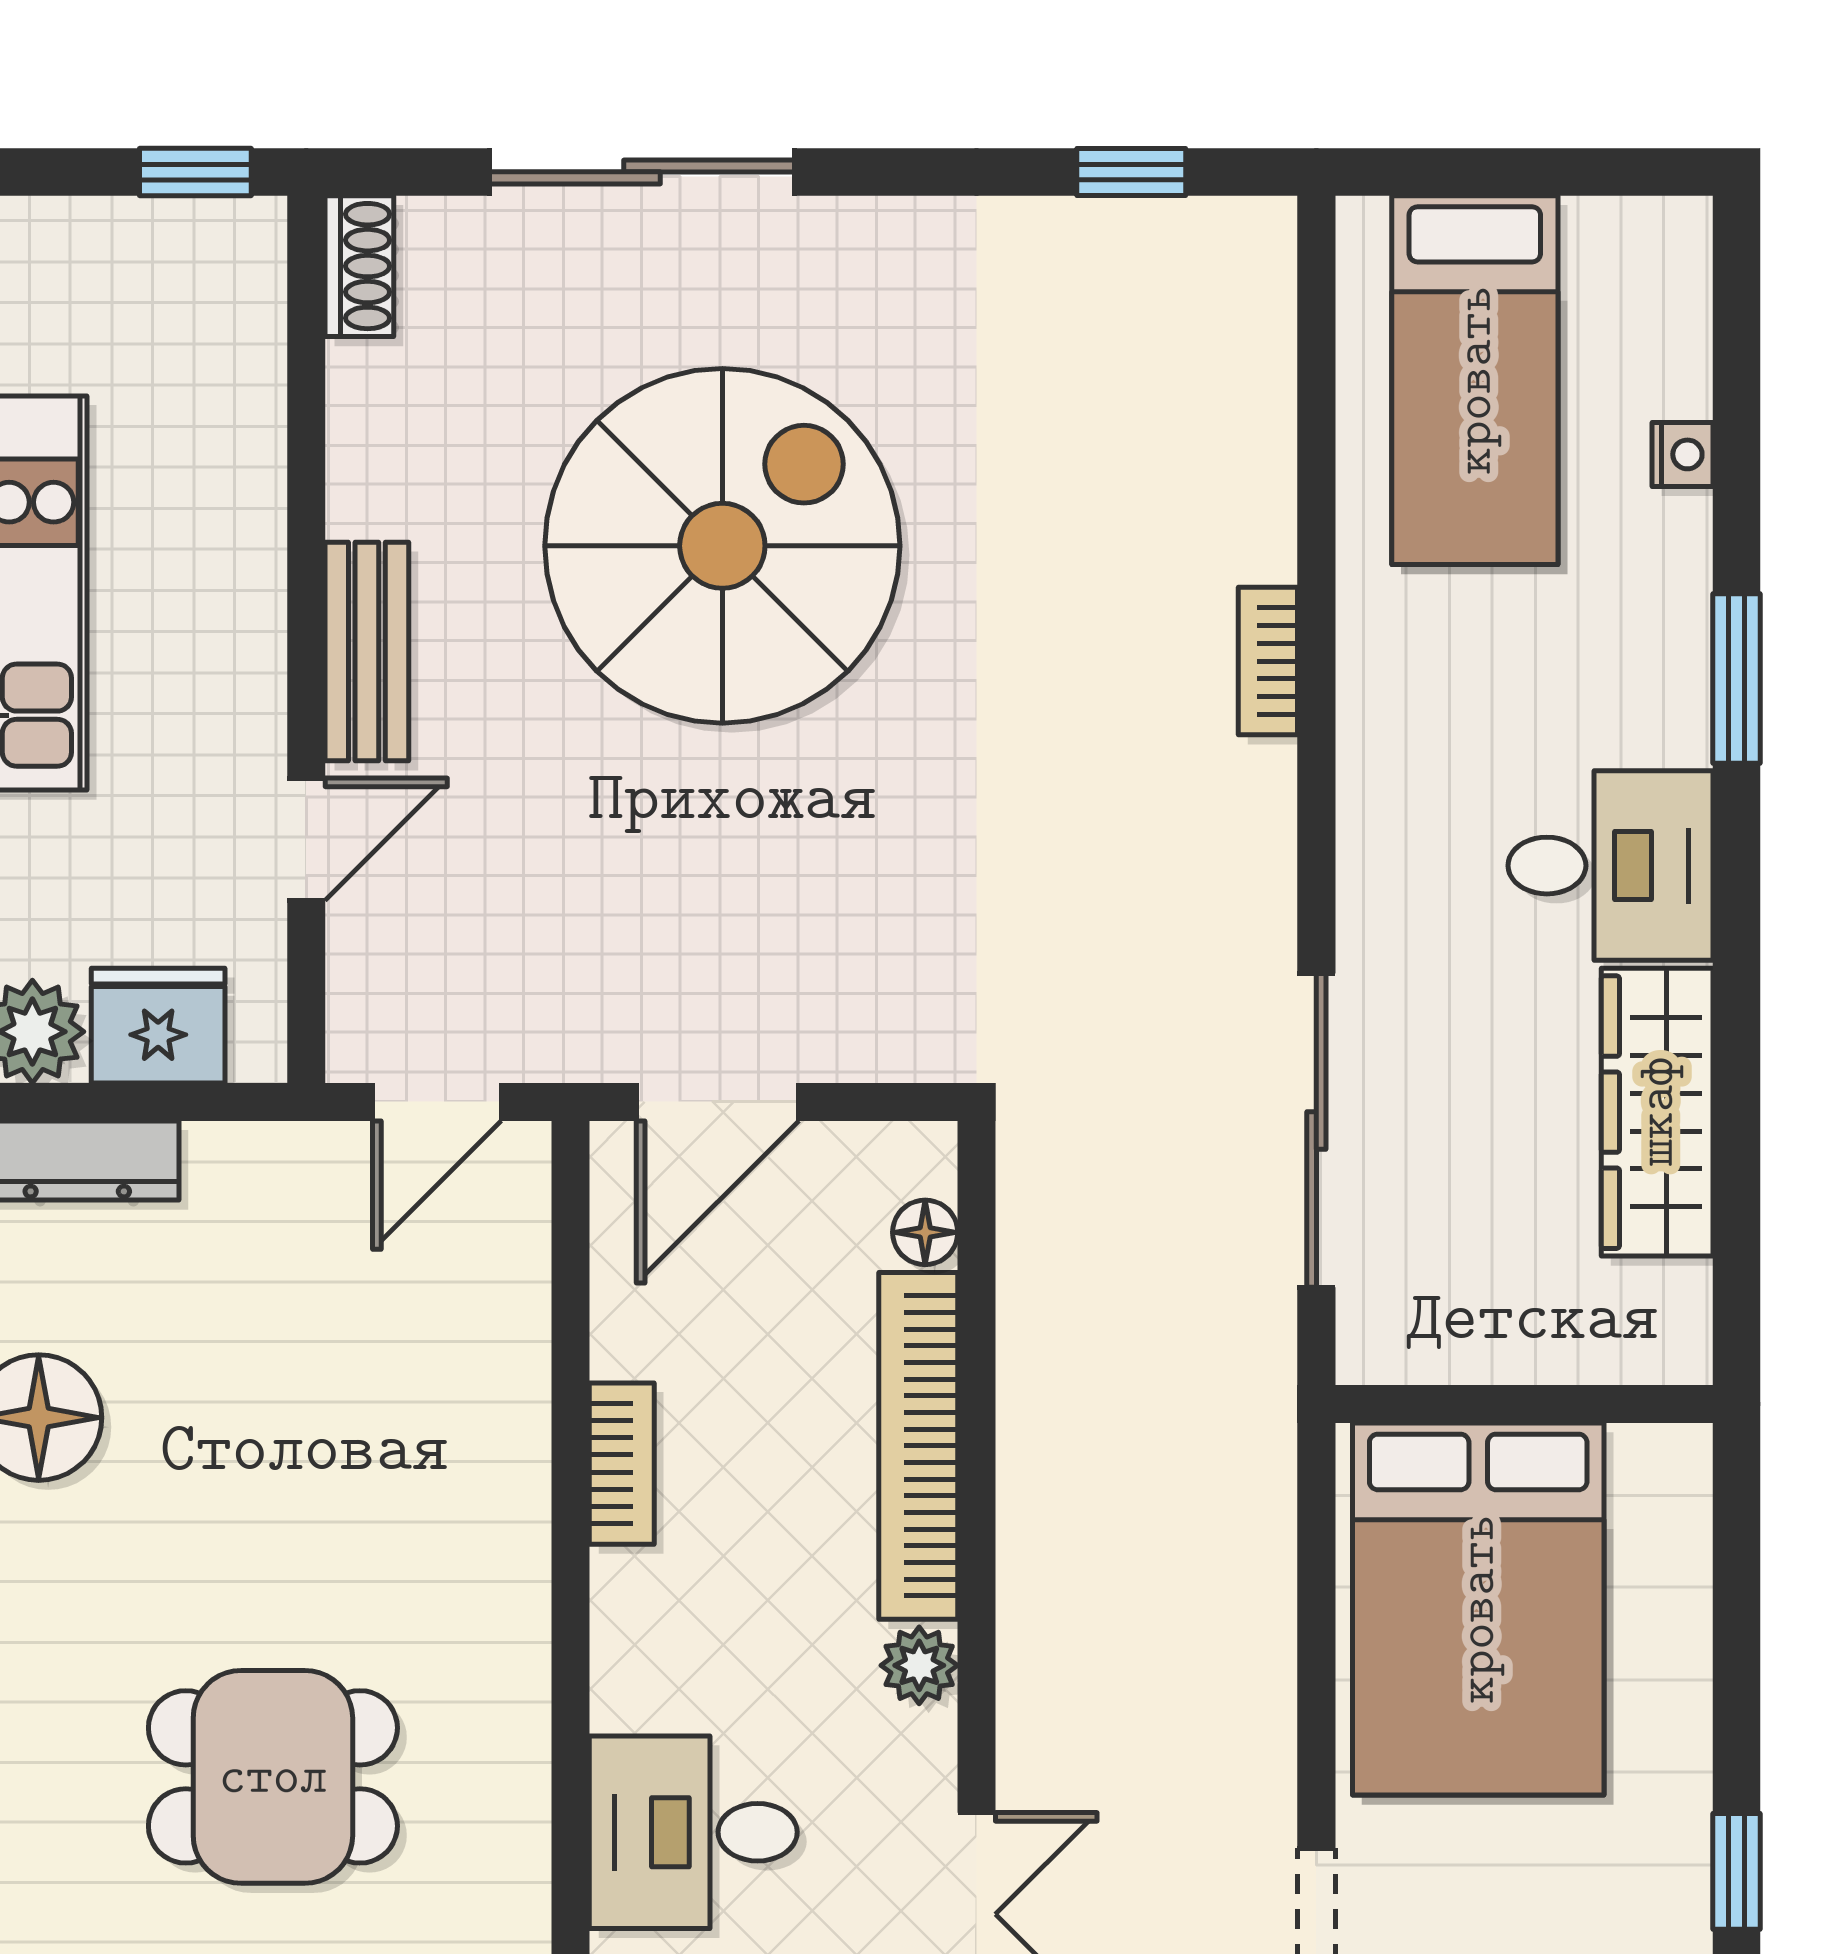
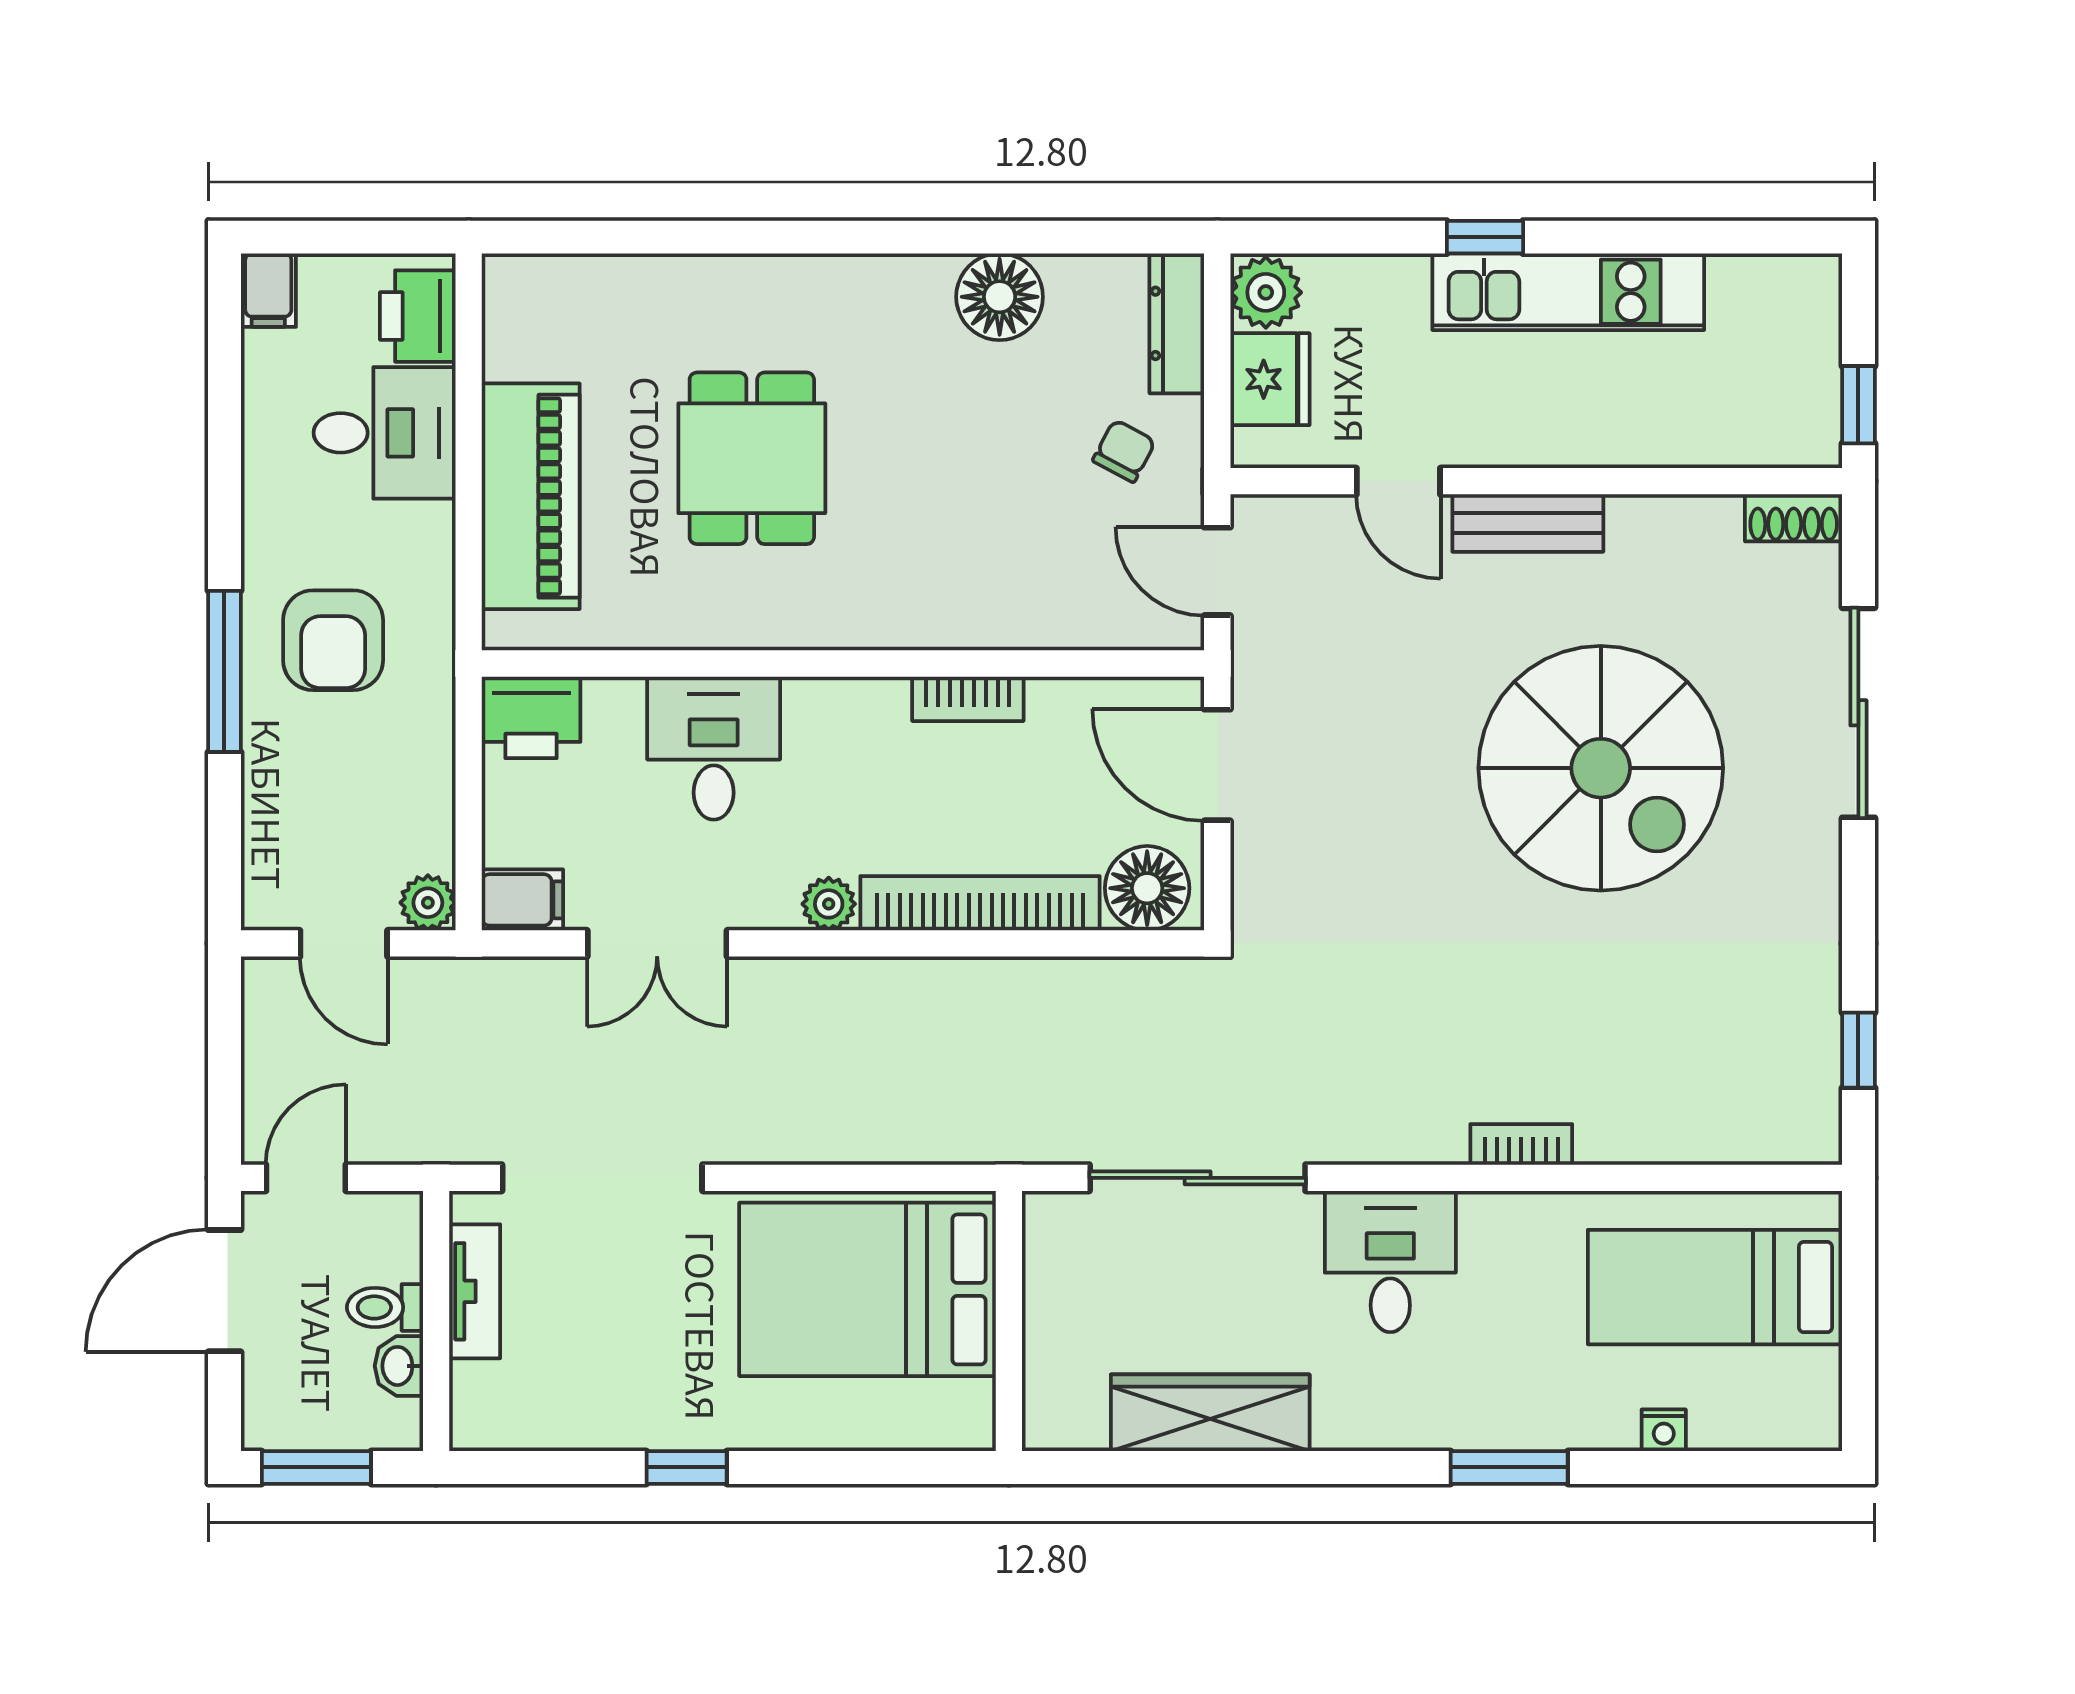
desk: (1610, 866) -> (1390, 1261), moved, turned 180
floor lamp: (925, 1232) -> (1147, 888), width x1.89, depth x1.89
chair: (262, 1237) -> (1124, 451), added

